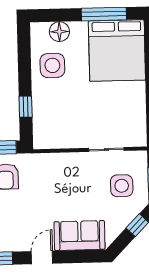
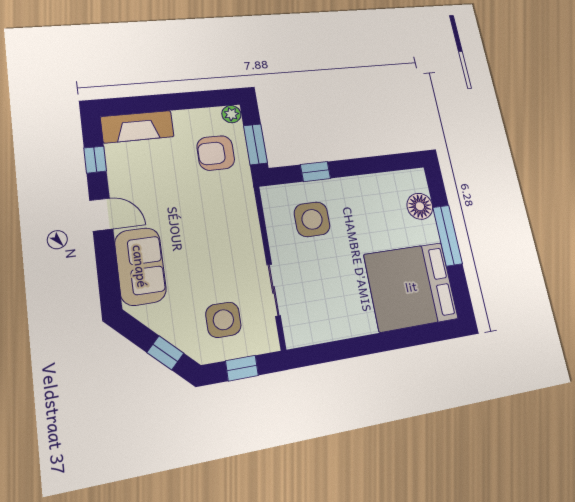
window: (104, 14) -> (447, 235), moved
side table: (52, 65) -> (312, 219), moved

